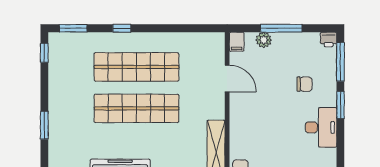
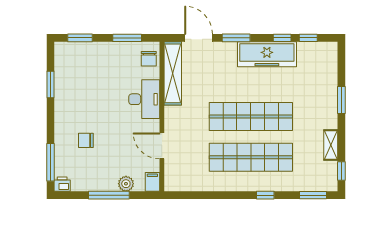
shelving: (55, 79) -> (331, 145), added
window: (340, 105) -> (51, 85), moved
desk: (321, 127) -> (144, 99), moved, turned 180

